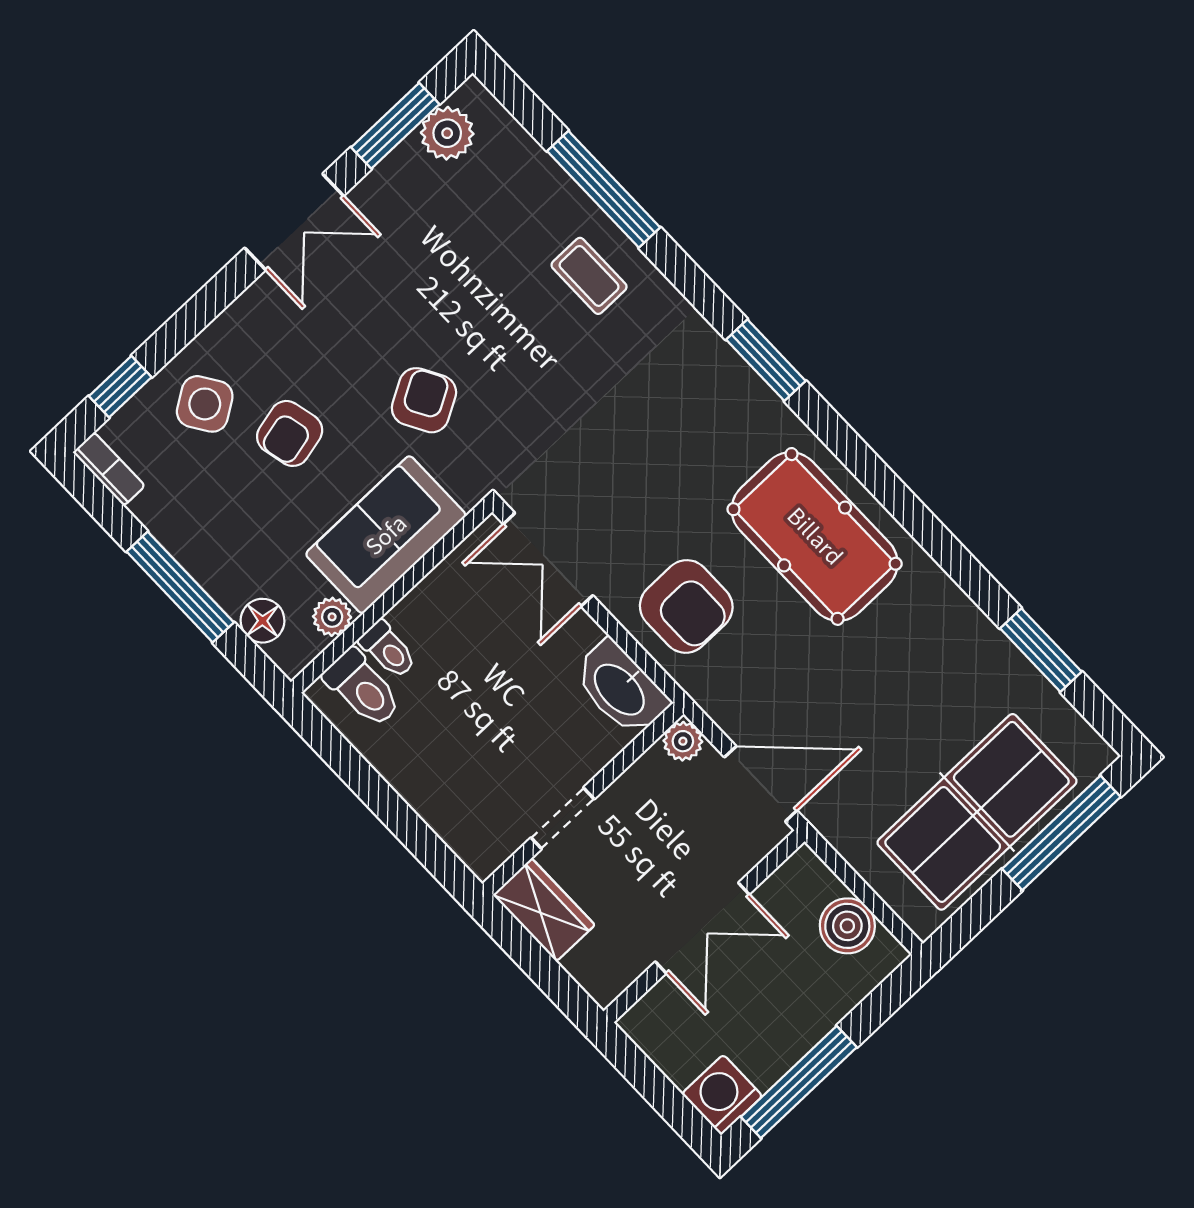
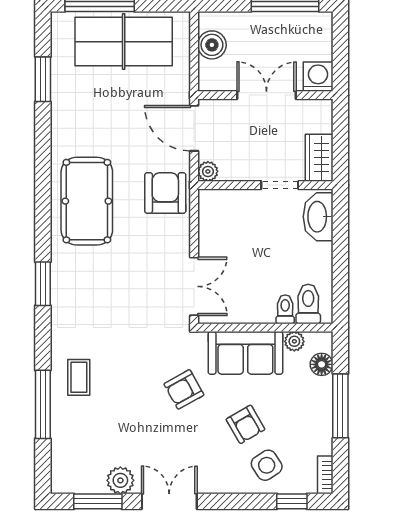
plant: (447, 133) -> (120, 480), moved
armchair: (290, 433) -> (246, 424), turned 73
armchair: (686, 606) -> (165, 193), moved
washbasin: (620, 688) -> (318, 217), moved, turned 180
washing machine: (722, 1095) -> (318, 77), moved, turned 180

